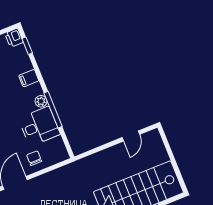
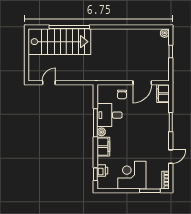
printer: (14, 38) -> (102, 171), moved
filing cabinet: (29, 78) -> (103, 147), width x2.00

